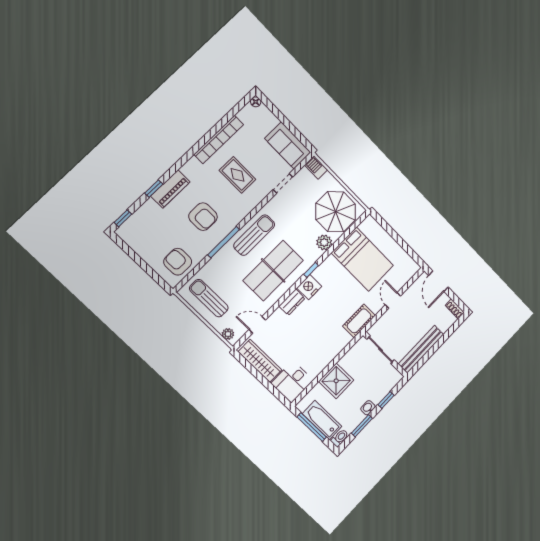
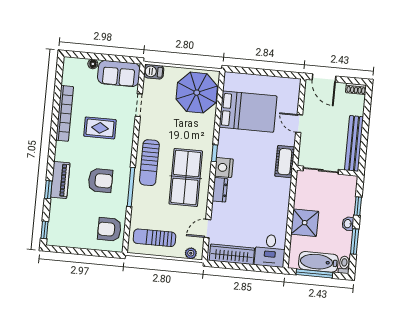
floor lamp: (256, 102) -> (93, 64), moved
sun lounger: (254, 235) -> (149, 163), turned 180
plant: (324, 242) -> (207, 124), removed

